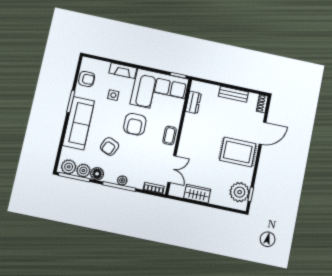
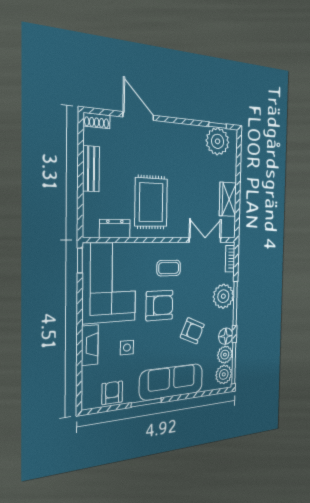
coffee table: (170, 135) -> (169, 268), moved
rug: (238, 152) -> (151, 202), moved
plant: (122, 180) -> (223, 296), width x1.88, depth x1.88

